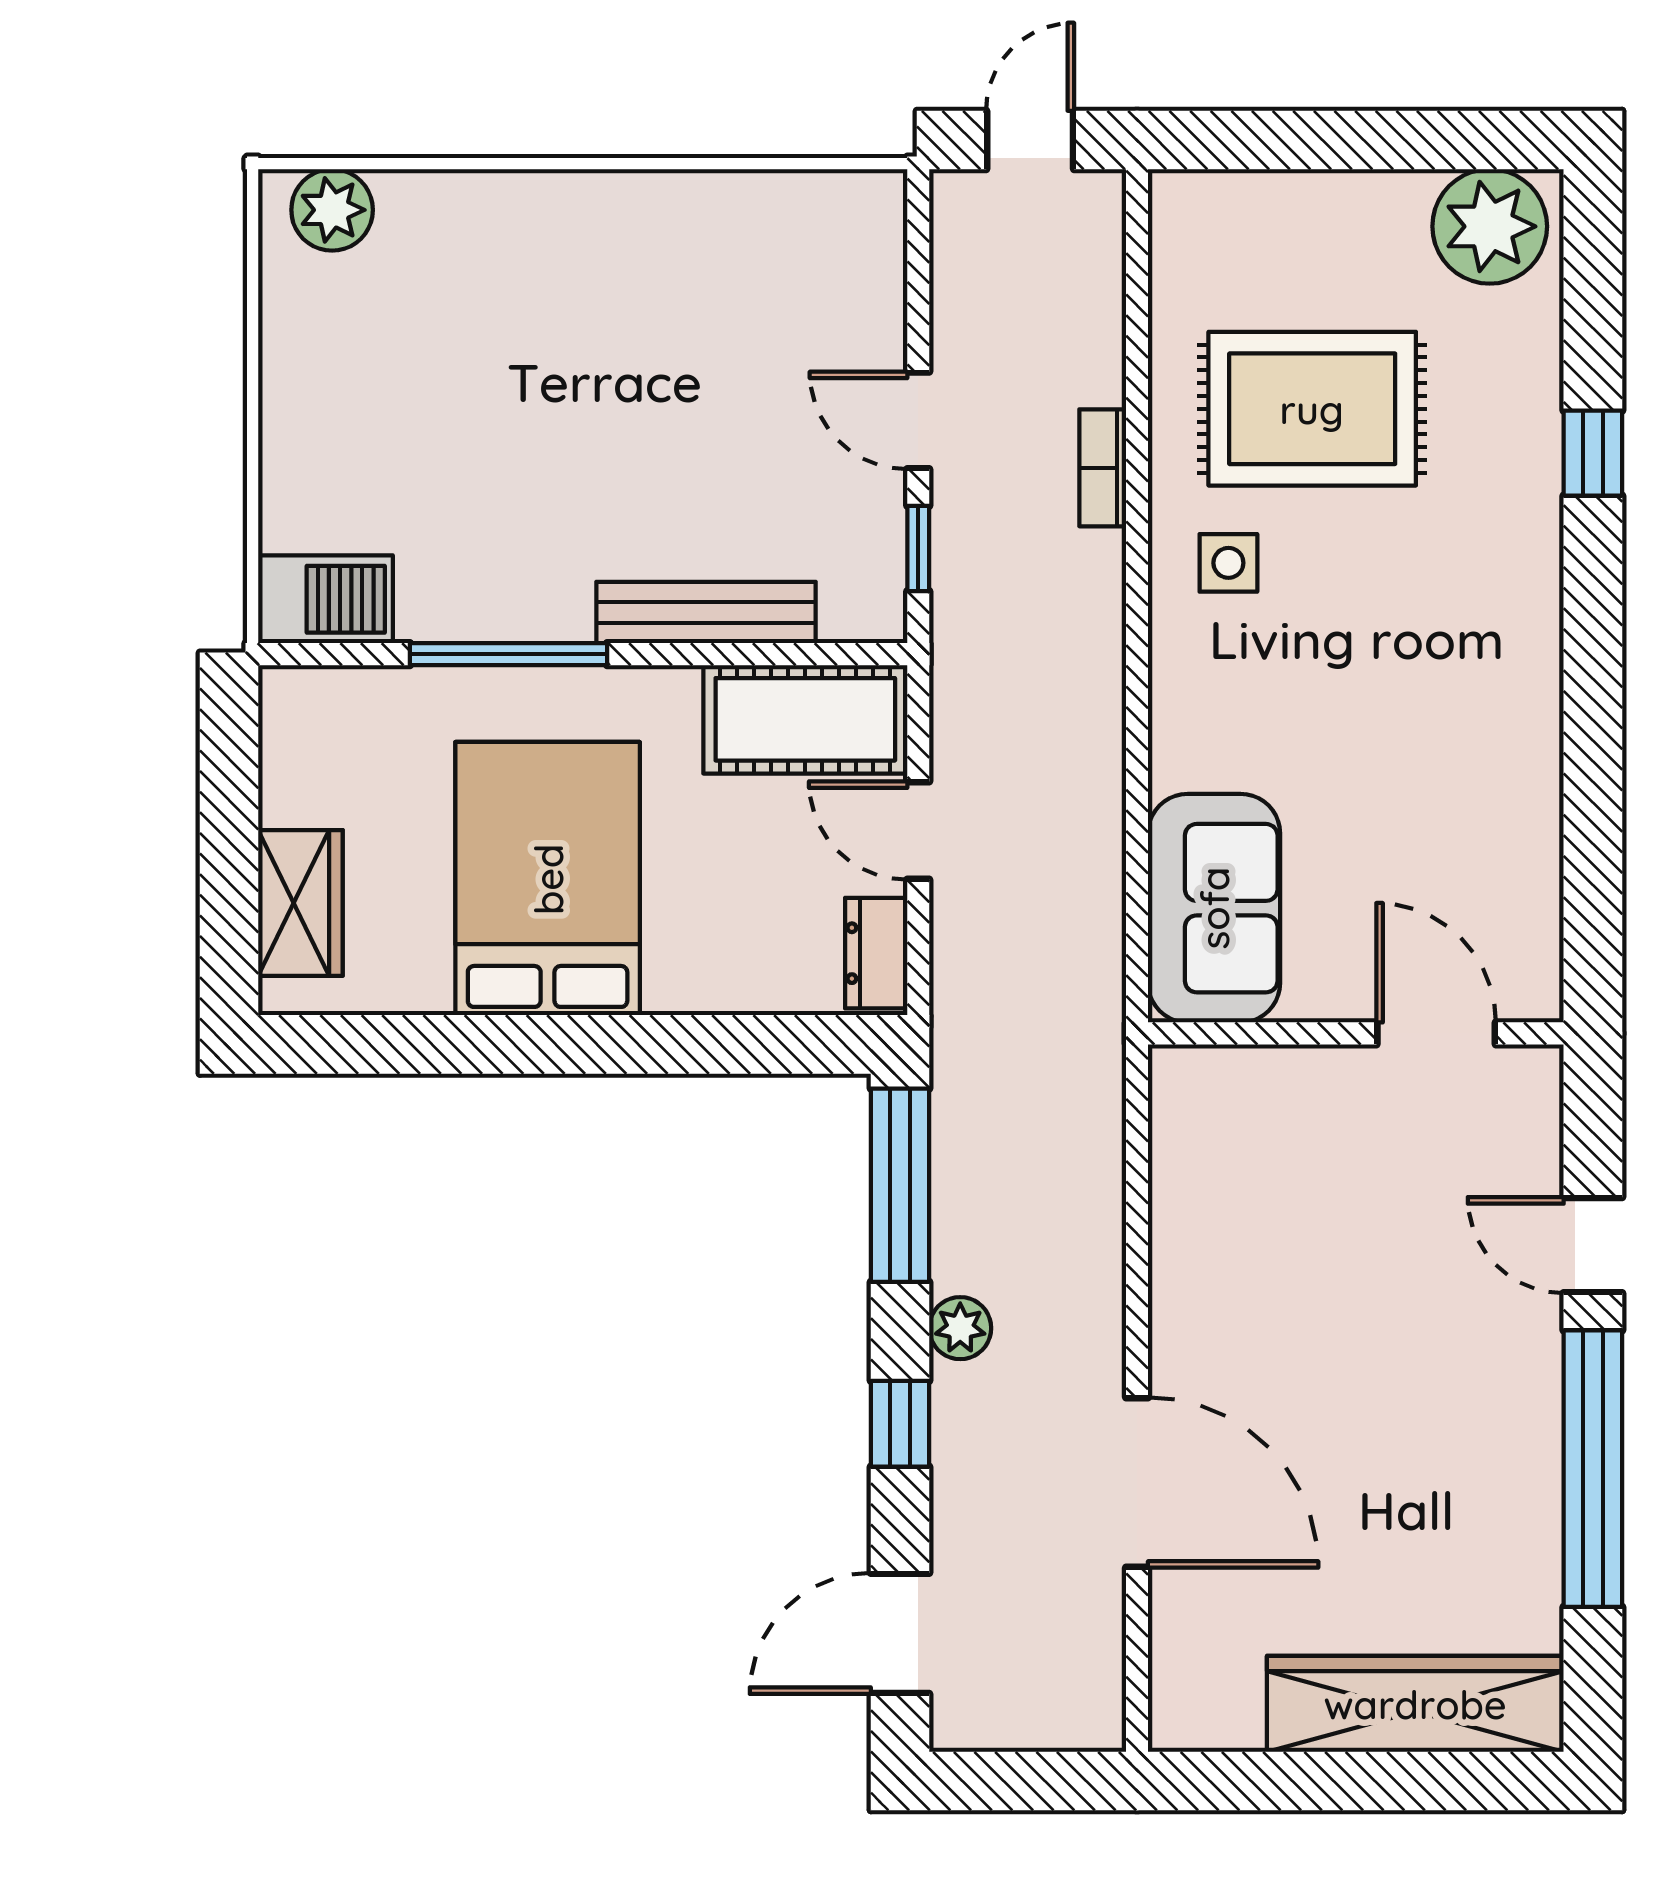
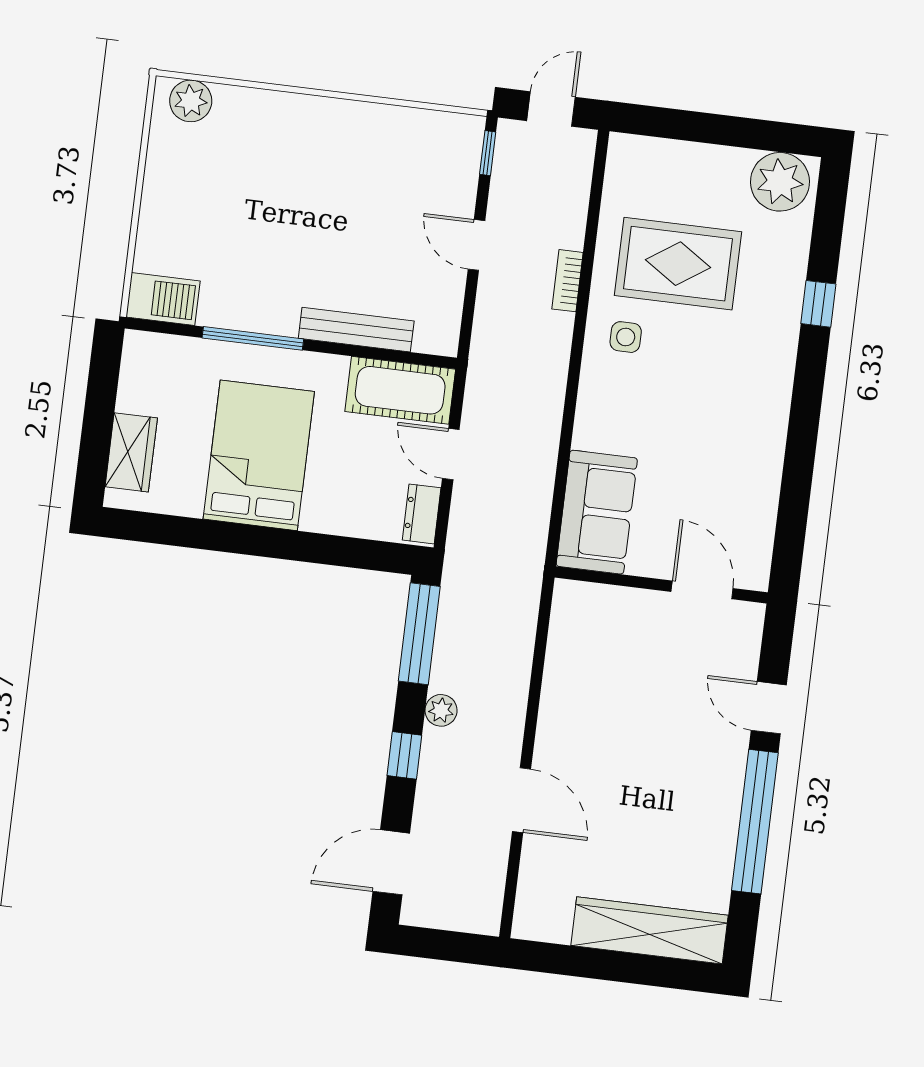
window: (918, 548) -> (488, 153), moved
door: (1137, 1483) -> (522, 800), width x0.73

